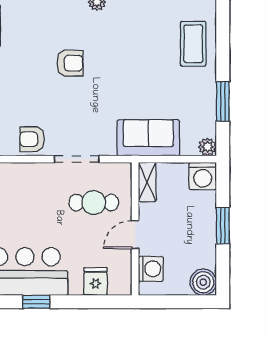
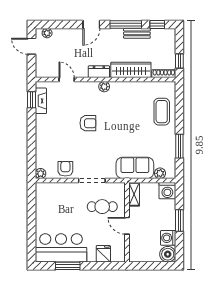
armchair: (32, 139) -> (65, 169), turned 90
plant: (207, 147) -> (160, 173), moved
door: (135, 235) -> (127, 226), hinge flipped
washing machine: (151, 269) -> (168, 238), moved, turned 180
window: (36, 302) -> (68, 266), width x1.50

